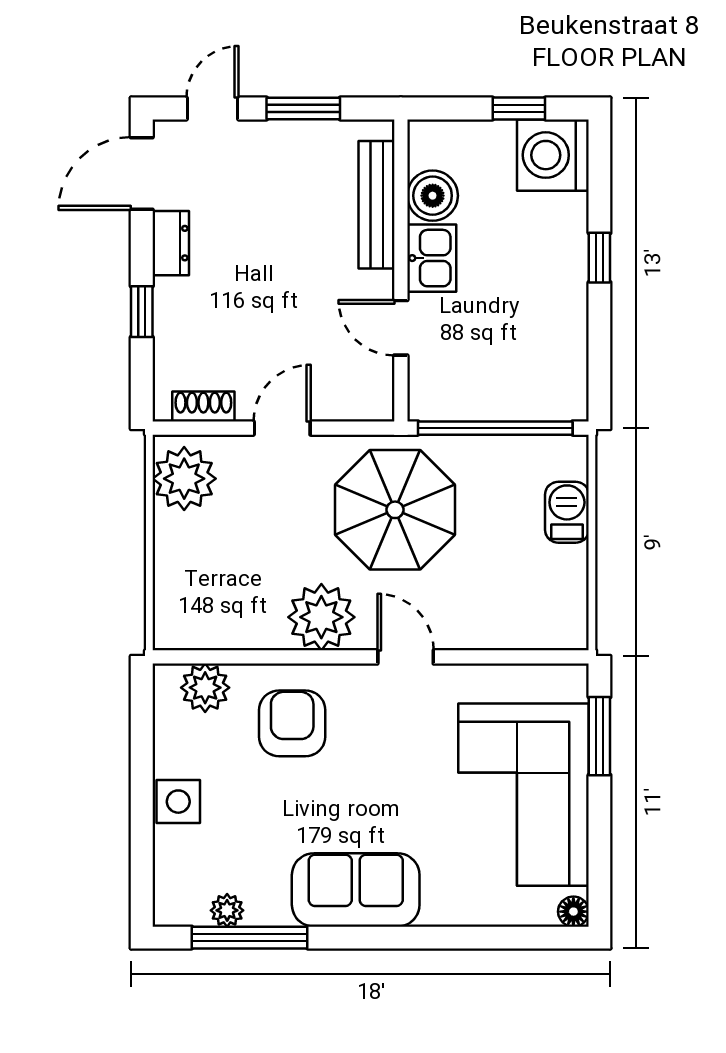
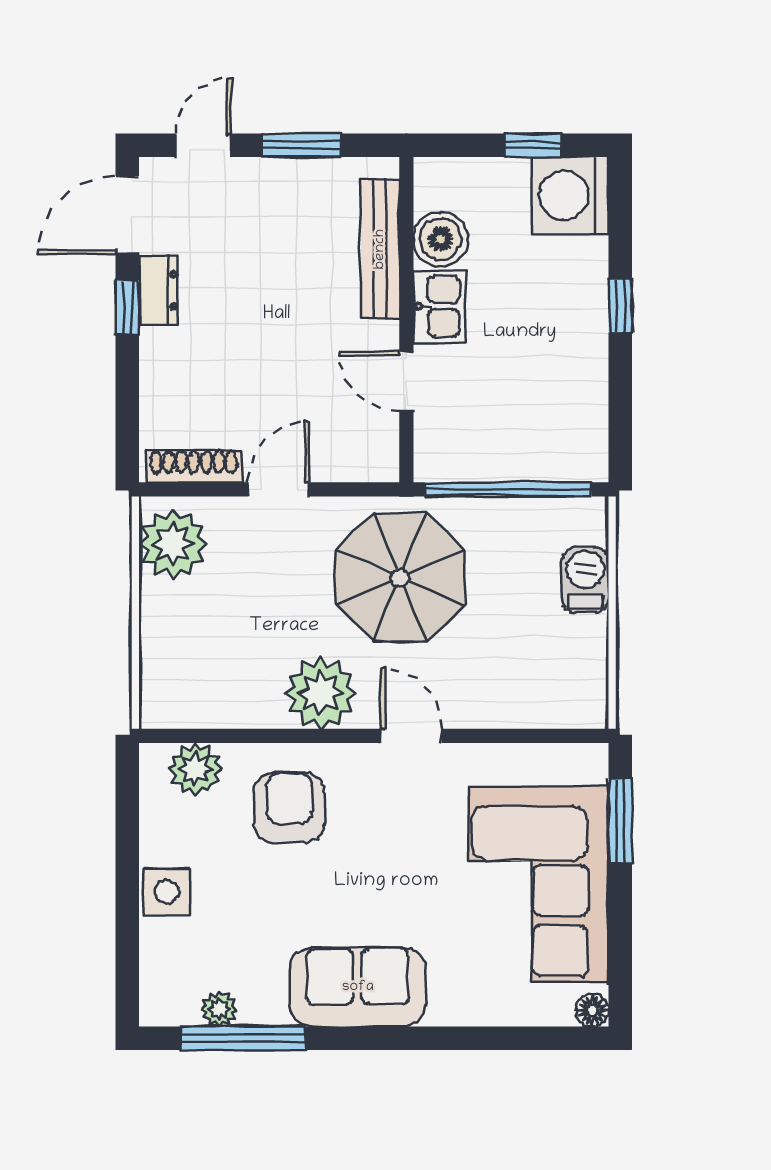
window: (142, 312) -> (127, 307), moved
shoe rack: (203, 406) -> (194, 466), width x1.43

